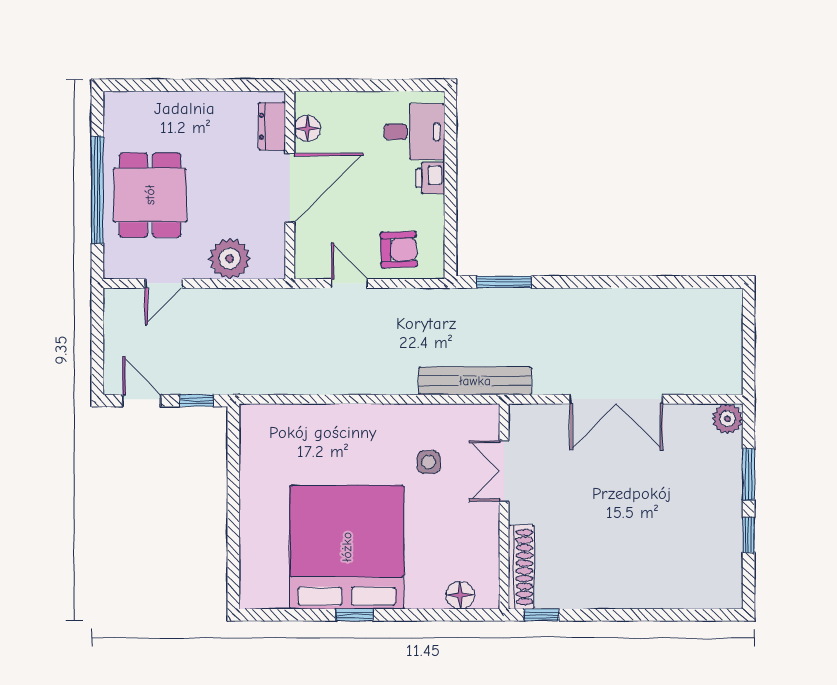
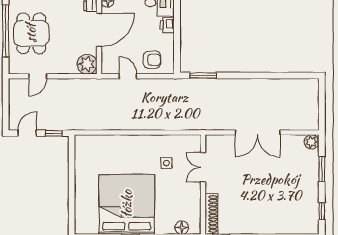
plant: (230, 259) -> (87, 64), moved
bench: (475, 381) -> (189, 124), removed
door: (142, 401) -> (27, 133), hinge flipped
window: (749, 535) -> (322, 211), moved

